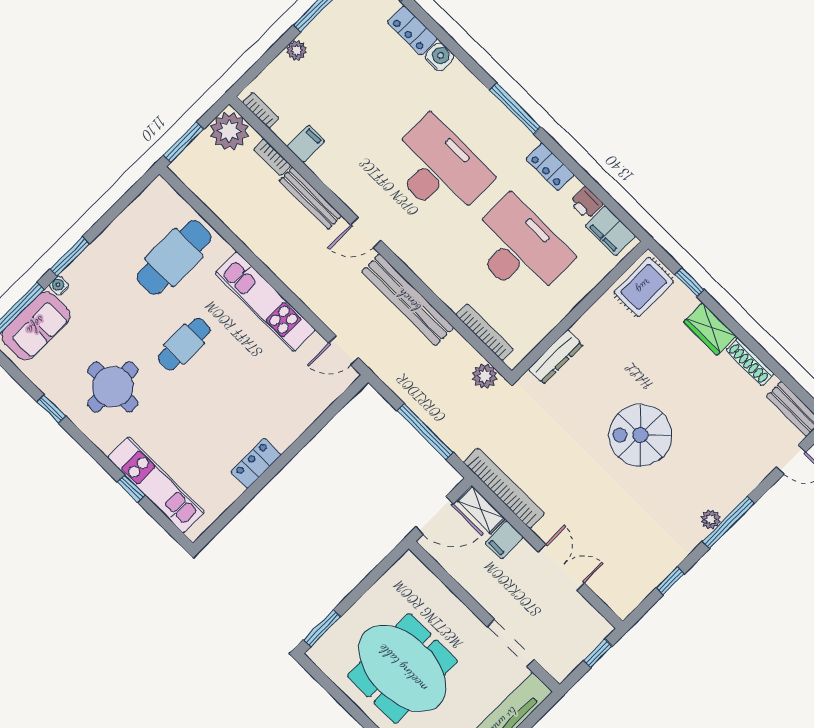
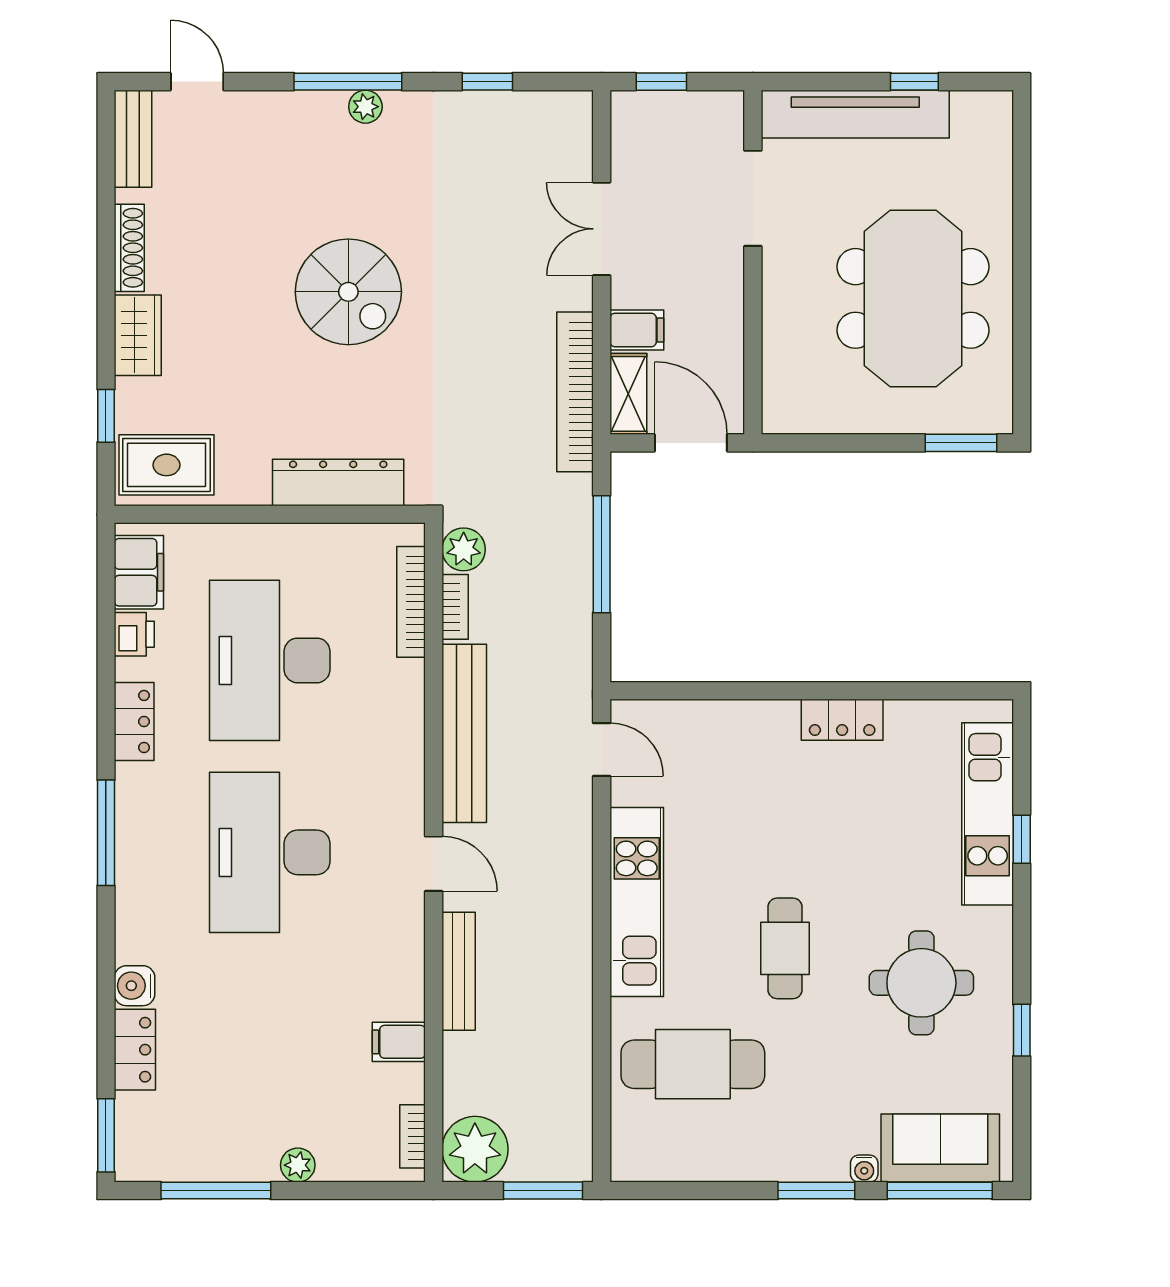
bookcase: (272, 157) -> (455, 607), moved
cafe table: (184, 344) -> (785, 948), turned 90
dresser: (556, 357) -> (338, 483), width x1.37, depth x1.24

